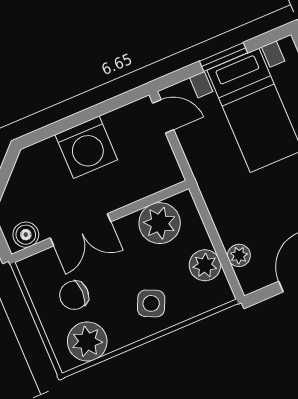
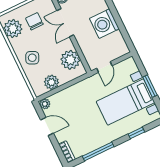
door: (163, 116) -> (104, 67), moved
plant: (239, 255) -> (45, 104), moved

